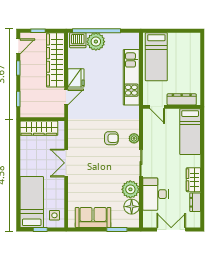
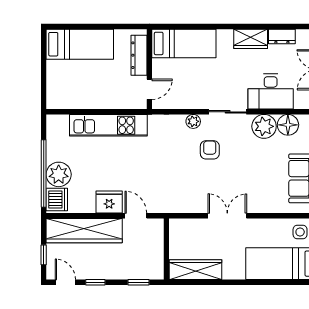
bed: (156, 57) -> (80, 44), moved
wardrobe: (39, 128) -> (195, 270), moved, turned -90
armchair: (111, 138) -> (210, 150), moved
double door: (66, 163) -> (227, 216), swing flipped

